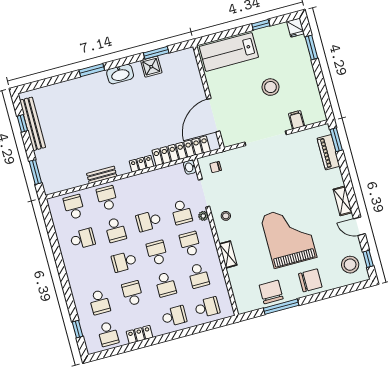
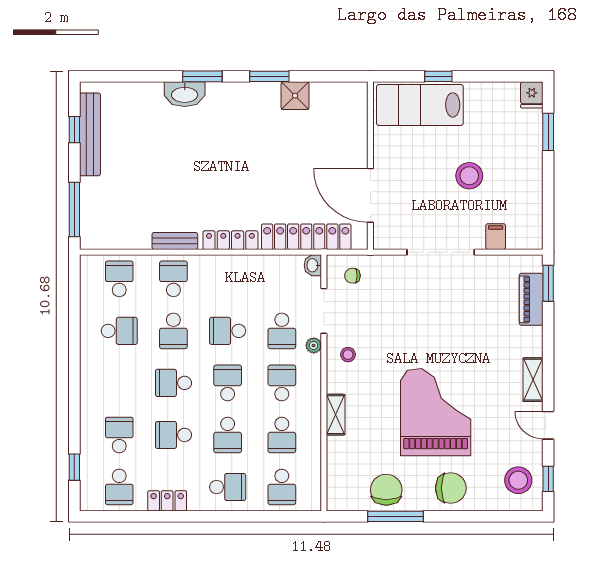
window: (261, 25) -> (438, 76), moved
window: (156, 53) -> (269, 76), moved
washbasin: (120, 74) -> (185, 94), moved
door: (213, 115) -> (370, 195), hinge flipped
locker: (141, 164) -> (230, 240), width x1.53
window: (35, 172) -> (74, 209), width x1.44
school desk: (133, 293) -> (173, 435), turned -90
school desk: (100, 302) -> (119, 435), turned 180
school desk: (207, 307) -> (282, 487), turned 90

